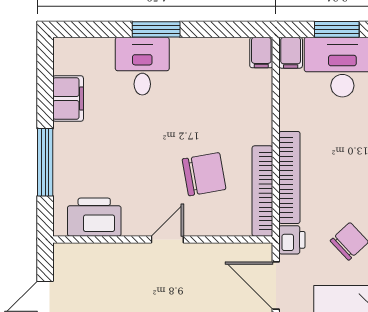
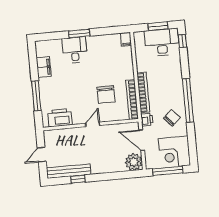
filing cabinet: (291, 53) -> (139, 38), removed
chair: (204, 174) -> (106, 95), turned 100

